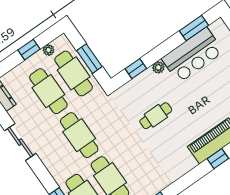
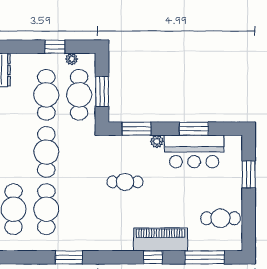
window: (194, 28) -> (194, 129), moved
window: (136, 69) -> (136, 129), width x1.50

